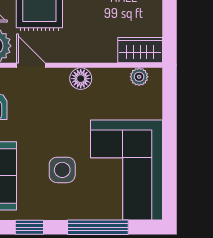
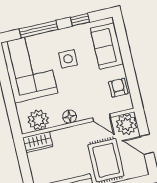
plant: (139, 77) -> (38, 120), width x1.88, depth x1.88

